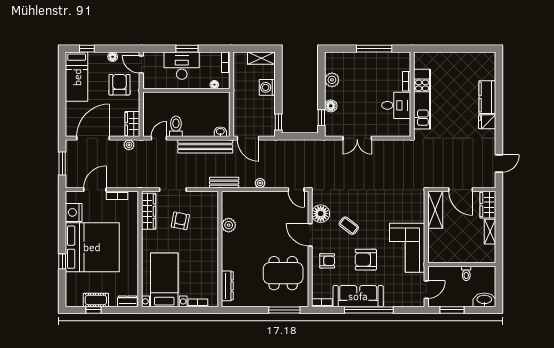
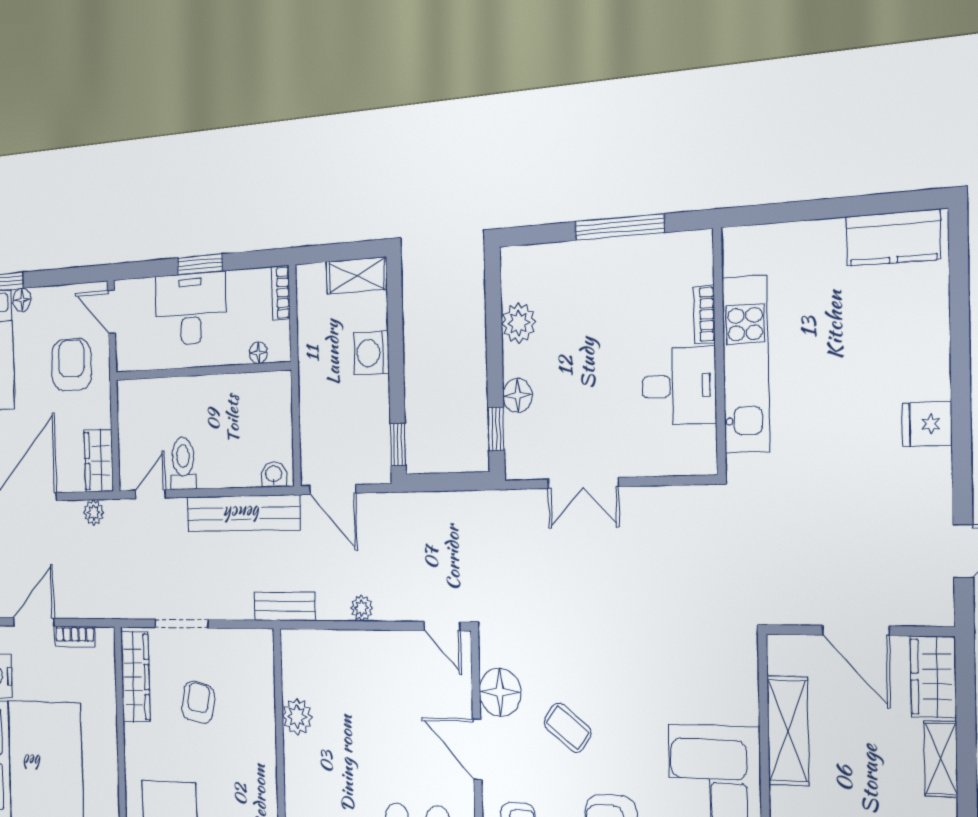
floor lamp: (113, 57) -> (22, 300), moved
kitchen counter: (487, 97) -> (893, 238), moved, turned -90
shelving: (435, 210) -> (788, 731), moved

